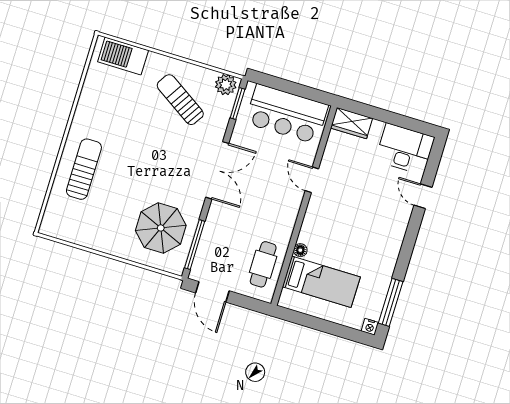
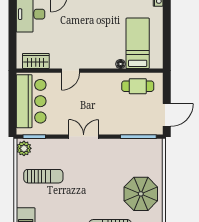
sun lounger: (180, 100) -> (43, 176), turned -123
wardrobe: (352, 123) -> (36, 61), moved, turned -90
double door: (217, 170) -> (84, 137), width x0.73
parasol: (161, 228) -> (141, 194), moved

